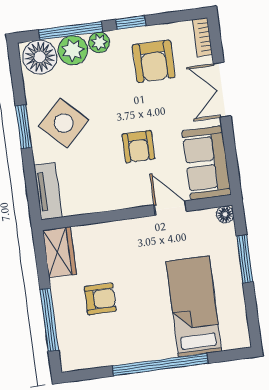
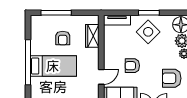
wardrobe: (60, 252) -> (92, 36), moved, turned 90
bed: (194, 306) -> (53, 66), moved

